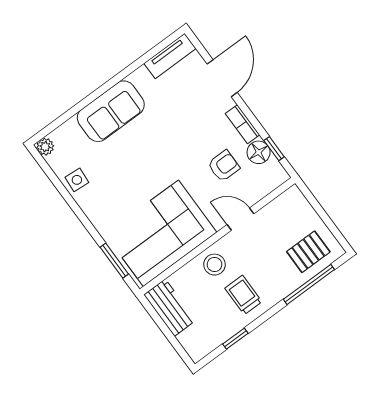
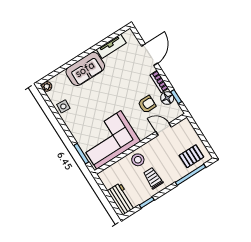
tv unit: (170, 56) -> (111, 46), moved
door: (240, 219) -> (164, 129), moved
workbench: (170, 308) -> (121, 199), moved

